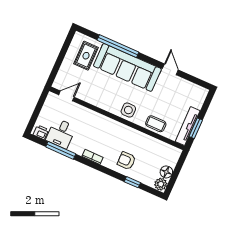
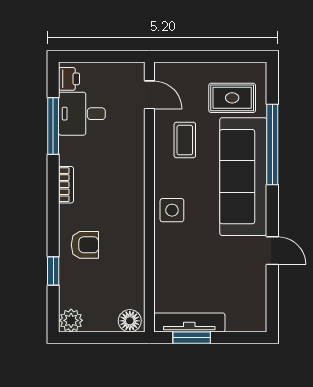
door: (170, 69) -> (272, 251), hinge flipped
coffee table: (156, 124) -> (185, 140), moved
armchair: (126, 161) -> (85, 245), turned 90
floor lamp: (166, 172) -> (130, 321), moved

